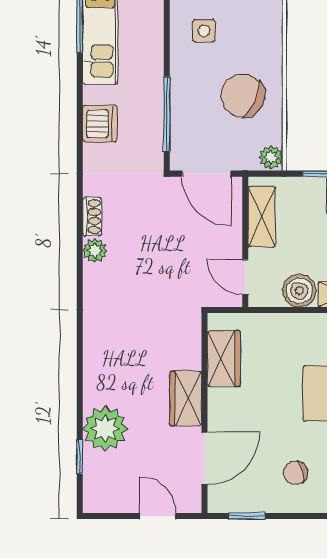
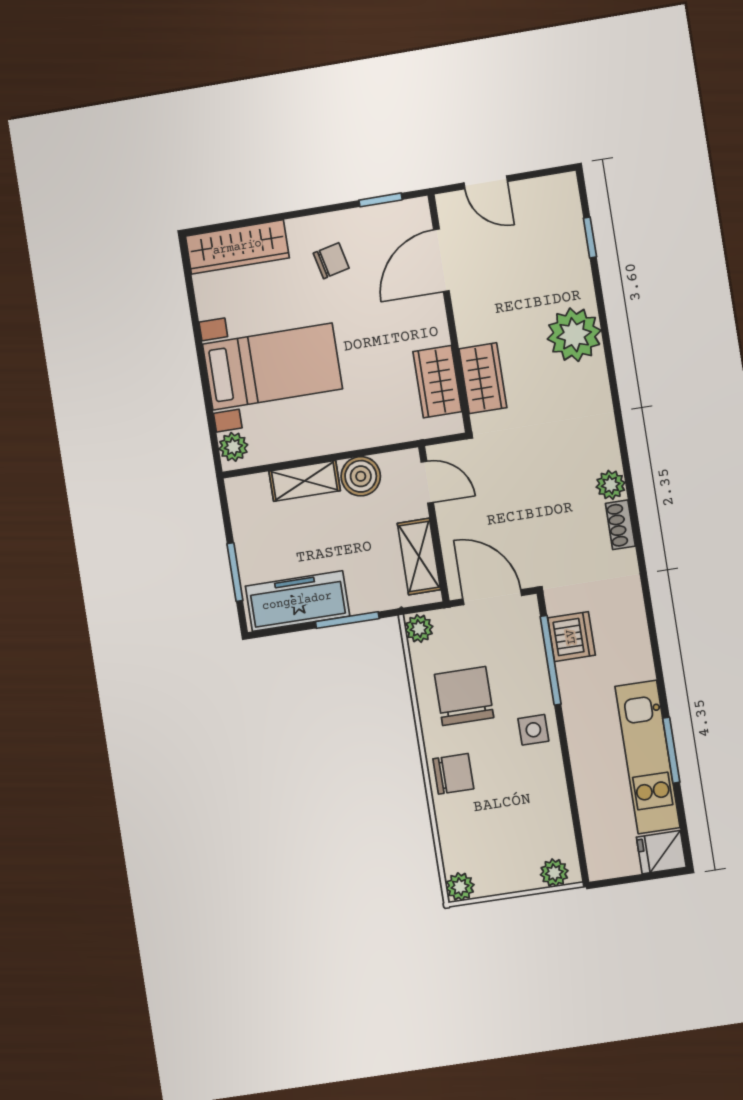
side table: (204, 31) -> (533, 730), moved
chair: (262, 33) -> (453, 774), added
chair: (243, 96) -> (464, 696), turned -115
dishwasher: (100, 124) -> (571, 637), moved, turned 180
wardrobe: (186, 399) -> (483, 378), moved
plant: (105, 429) -> (574, 335), moved

